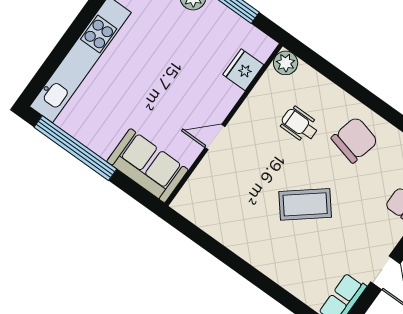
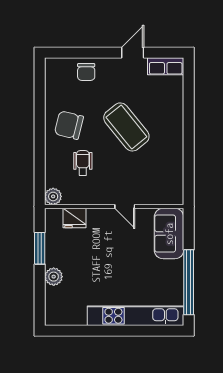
wheelchair: (300, 125) -> (83, 163), turned 180
coffee table: (305, 204) -> (126, 127), width x1.36, depth x1.32

